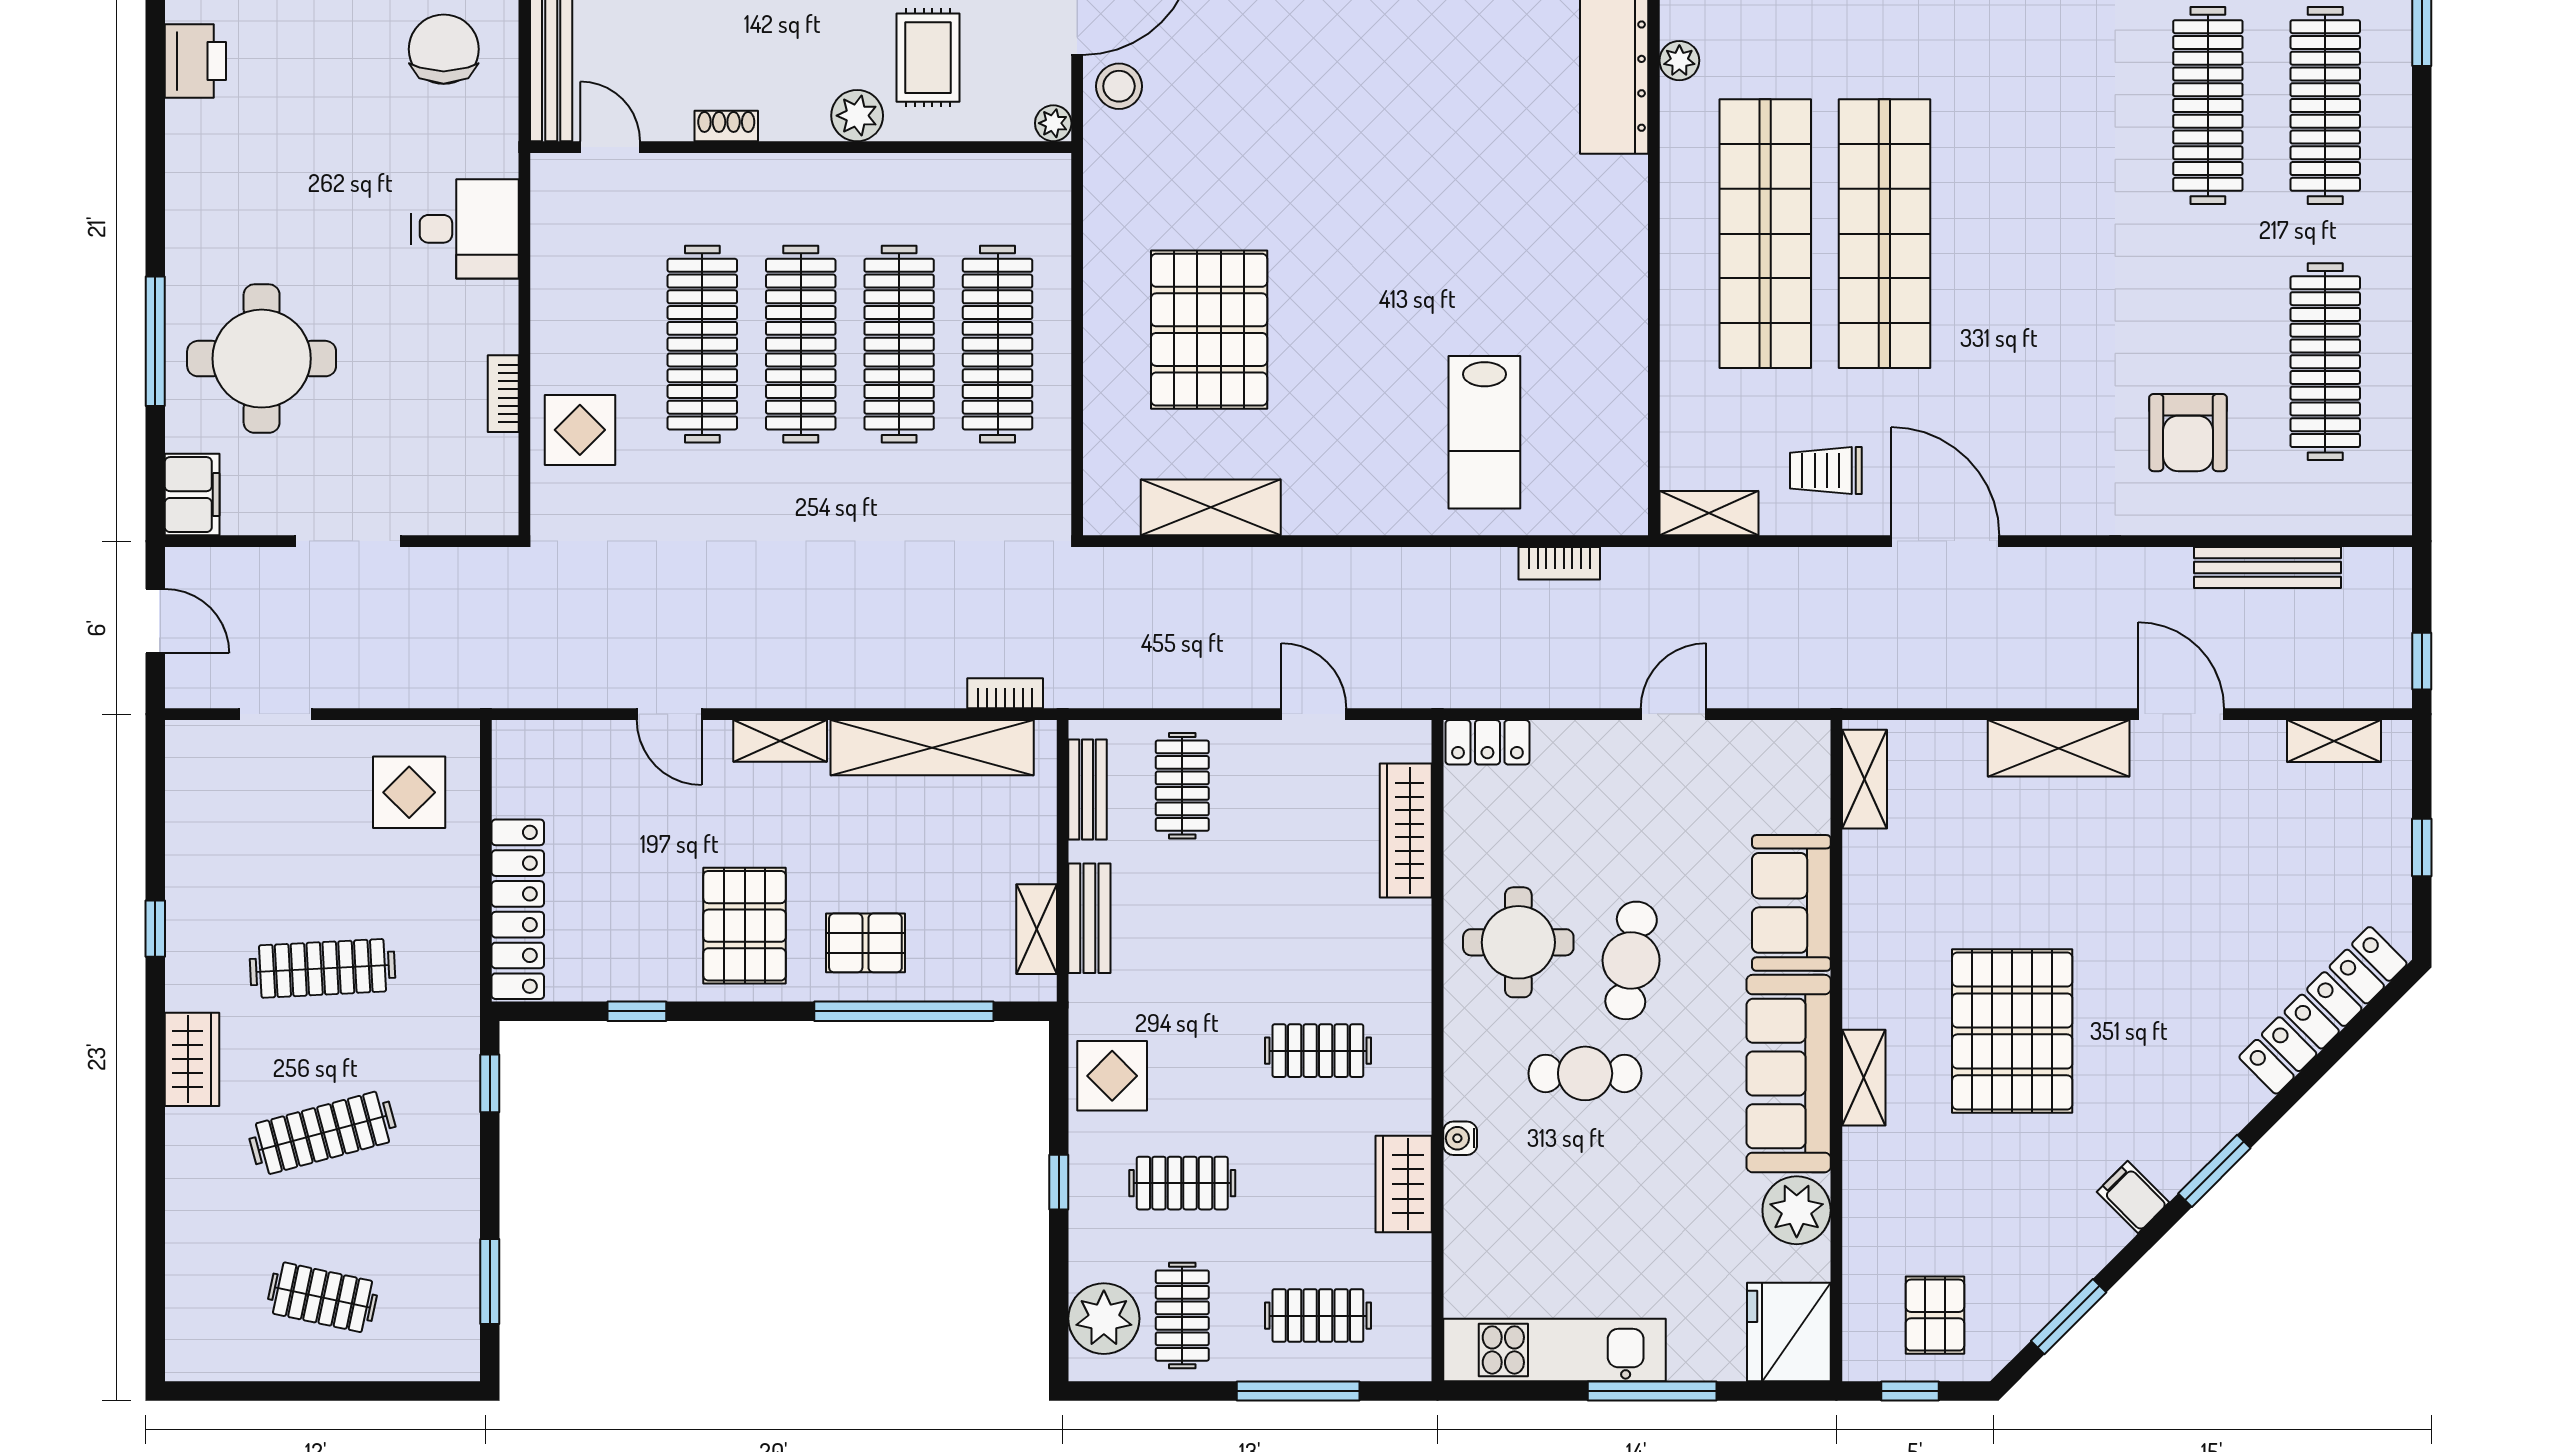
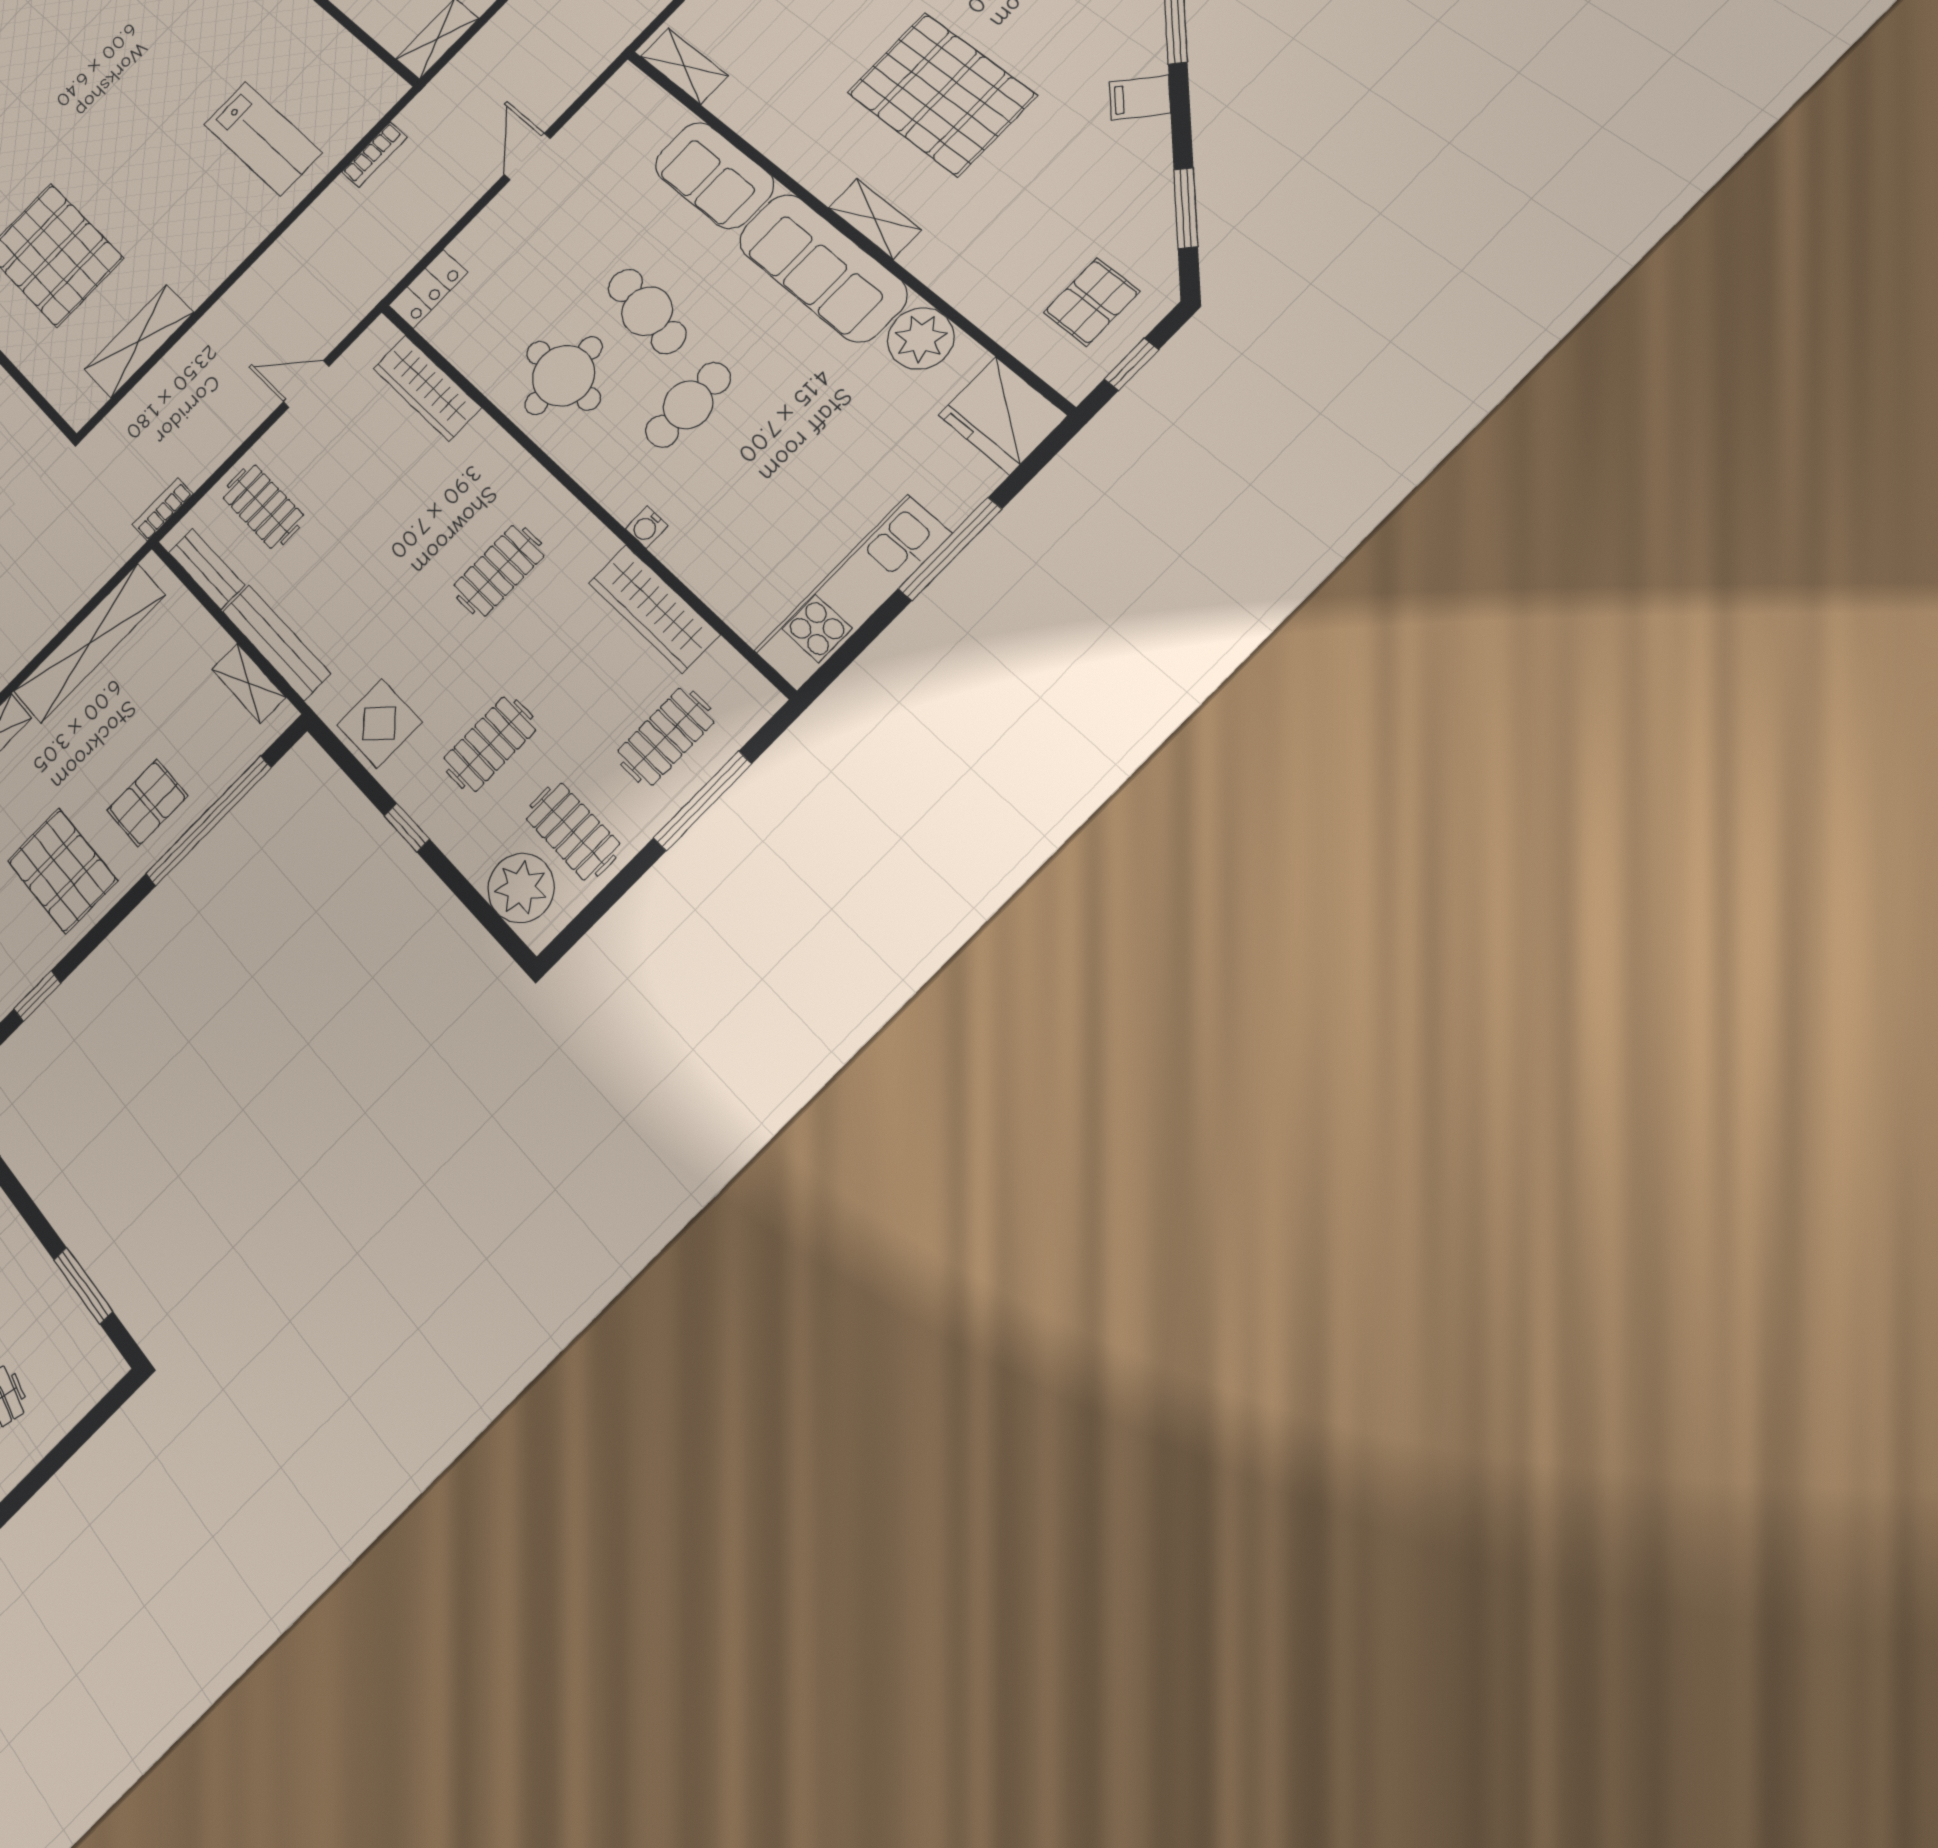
bookcase: (1005, 693) -> (163, 509), moved
bench: (1089, 918) -> (276, 642), width x1.36
wardrobe: (1404, 1184) -> (654, 608), width x1.50
pallet: (1935, 1315) -> (1092, 302), turned 90

